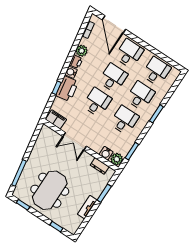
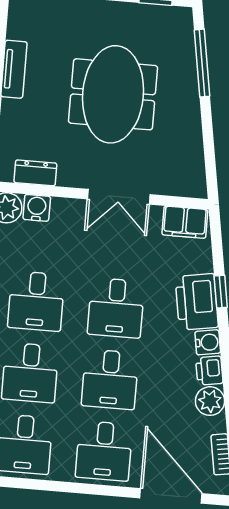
double door: (75, 141) -> (119, 197), swing flipped
meeting table: (50, 190) -> (113, 94), moved

